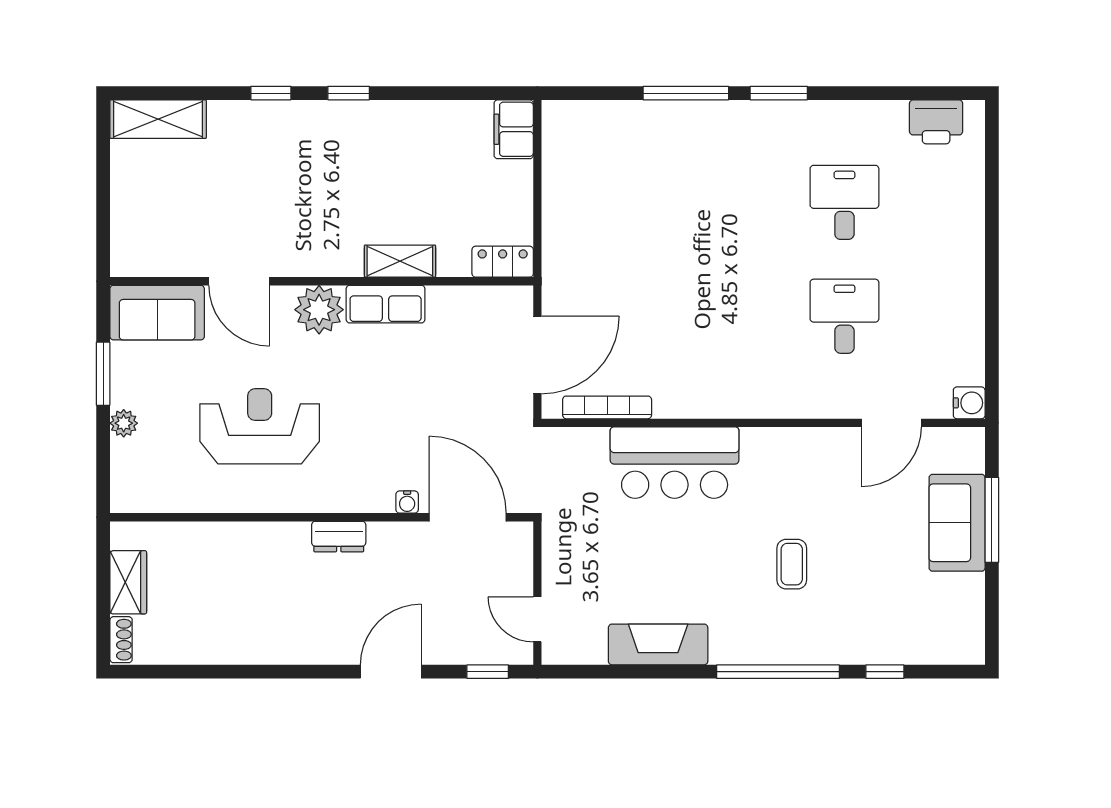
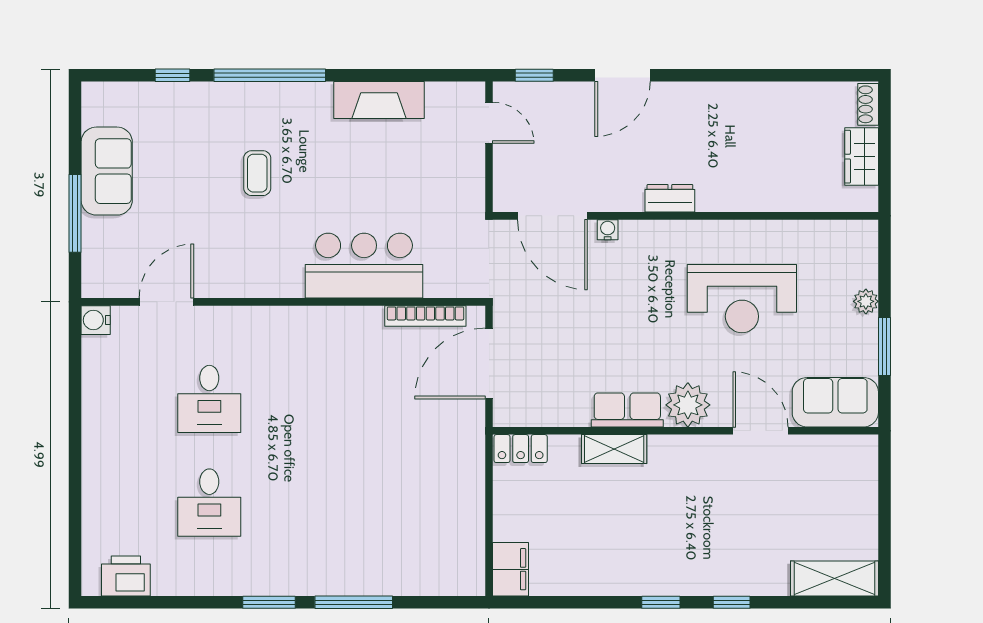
sofa: (957, 523) -> (107, 171), moved

